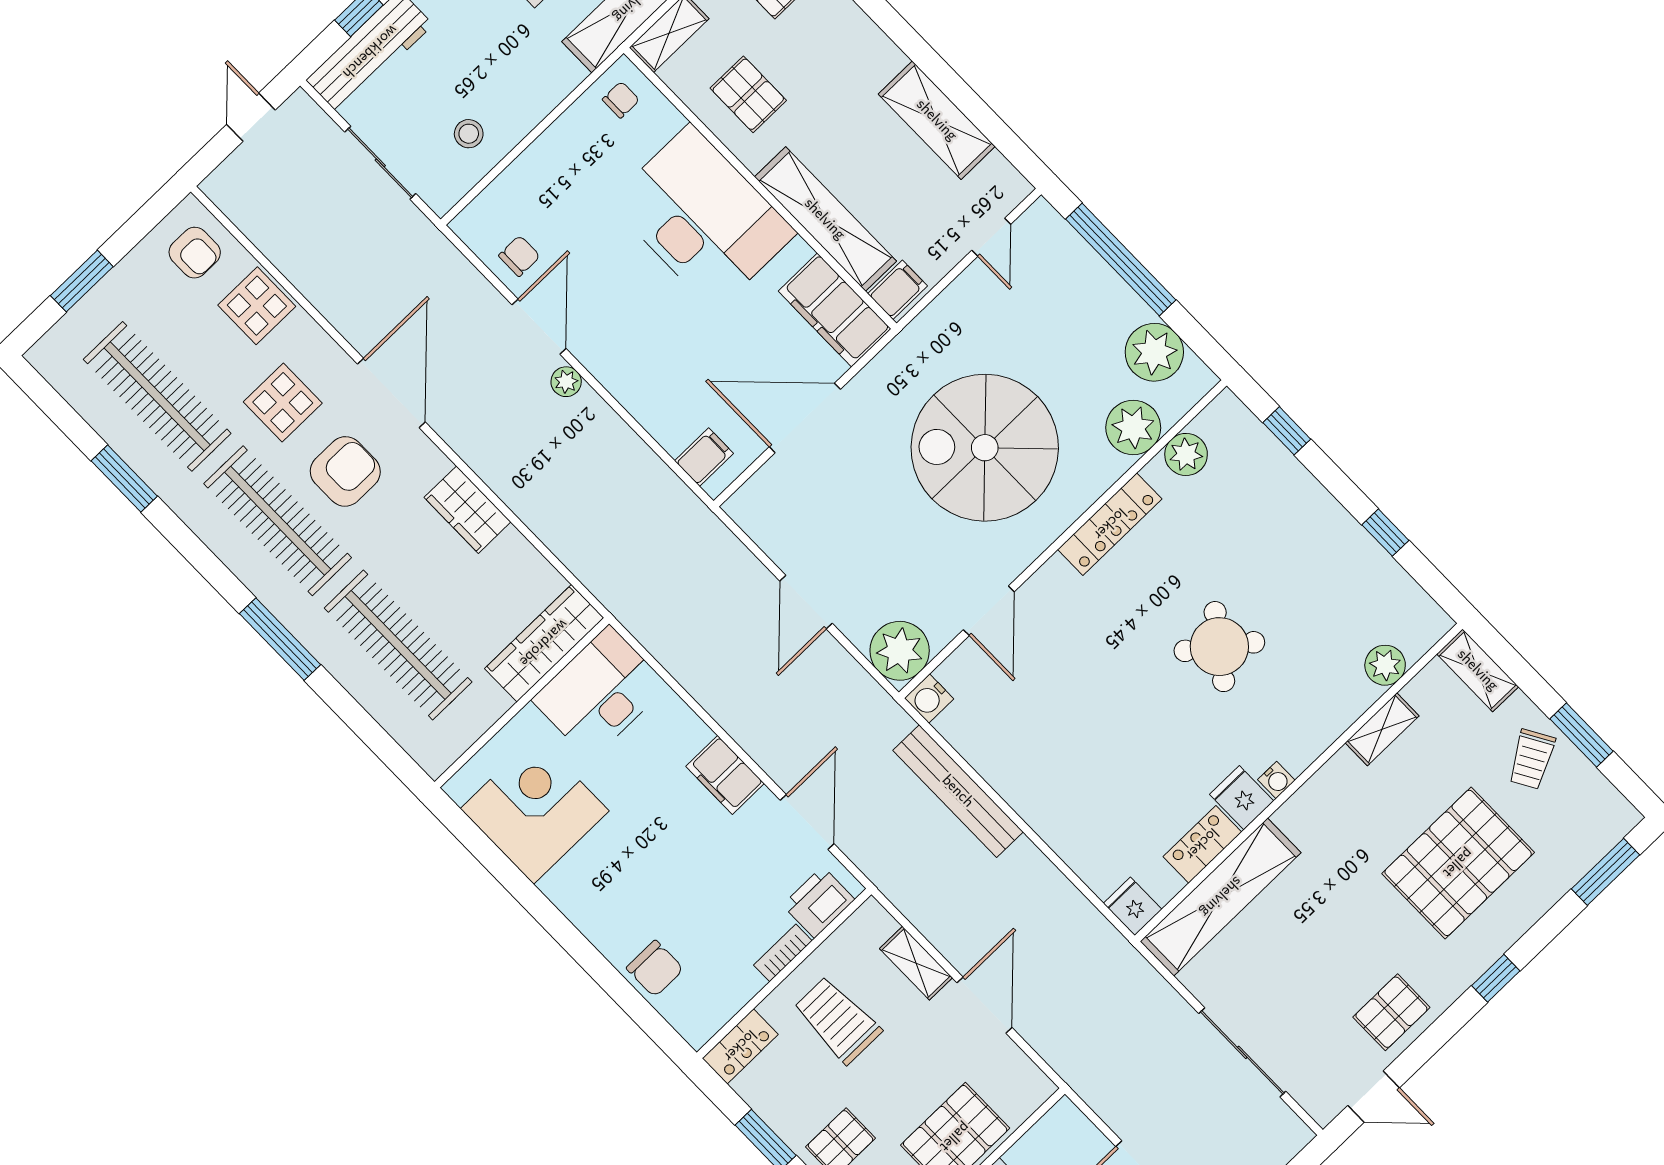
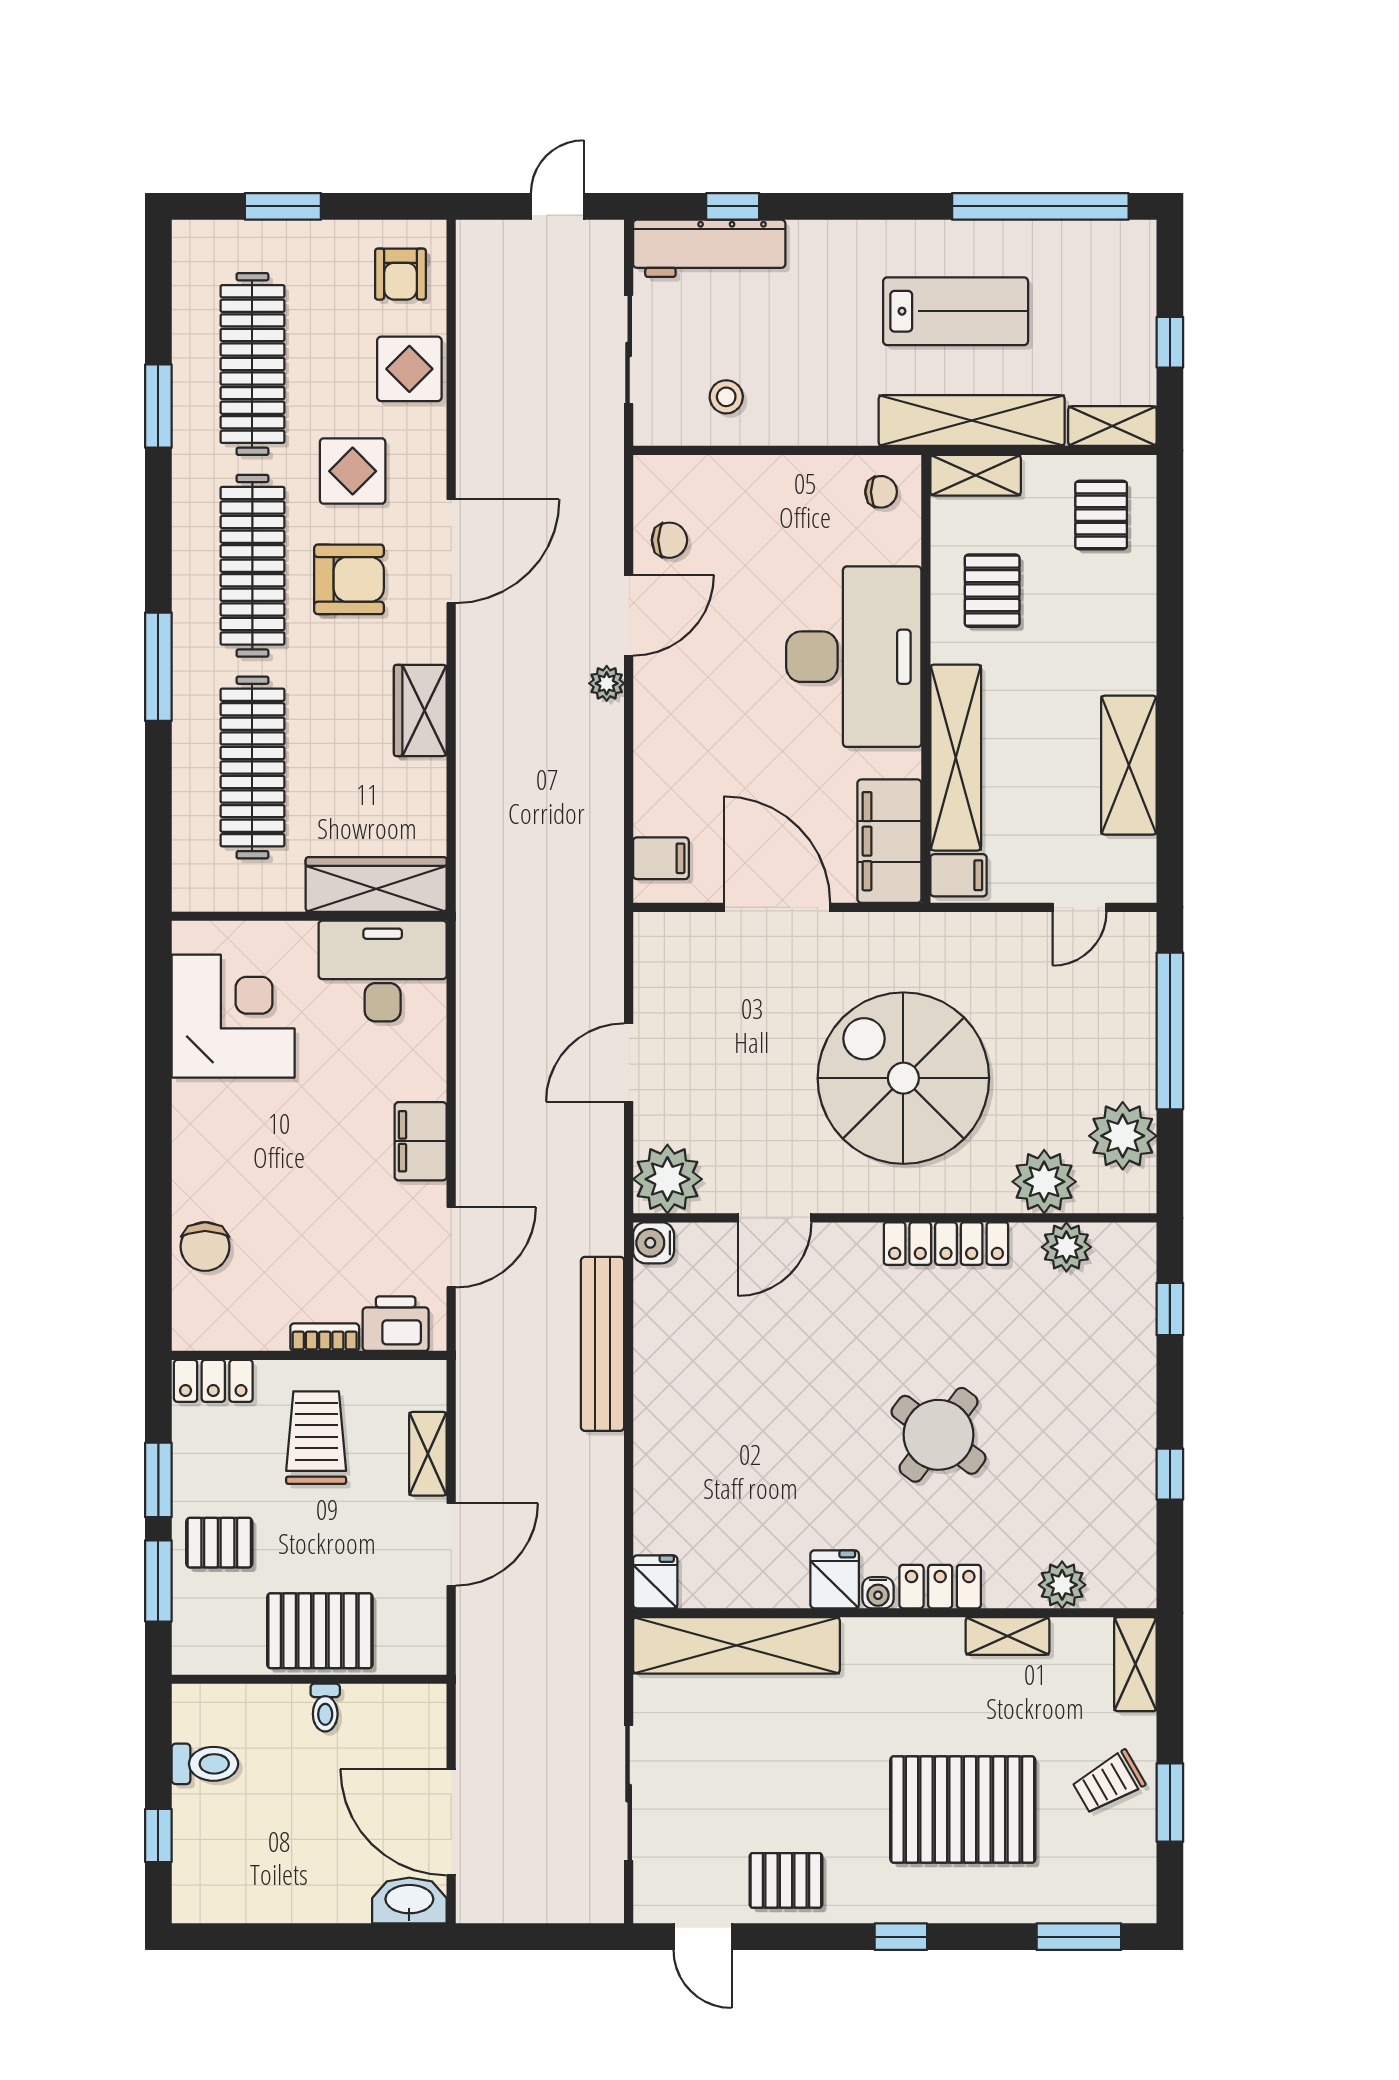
locker: (1202, 844) -> (940, 1587), moved

